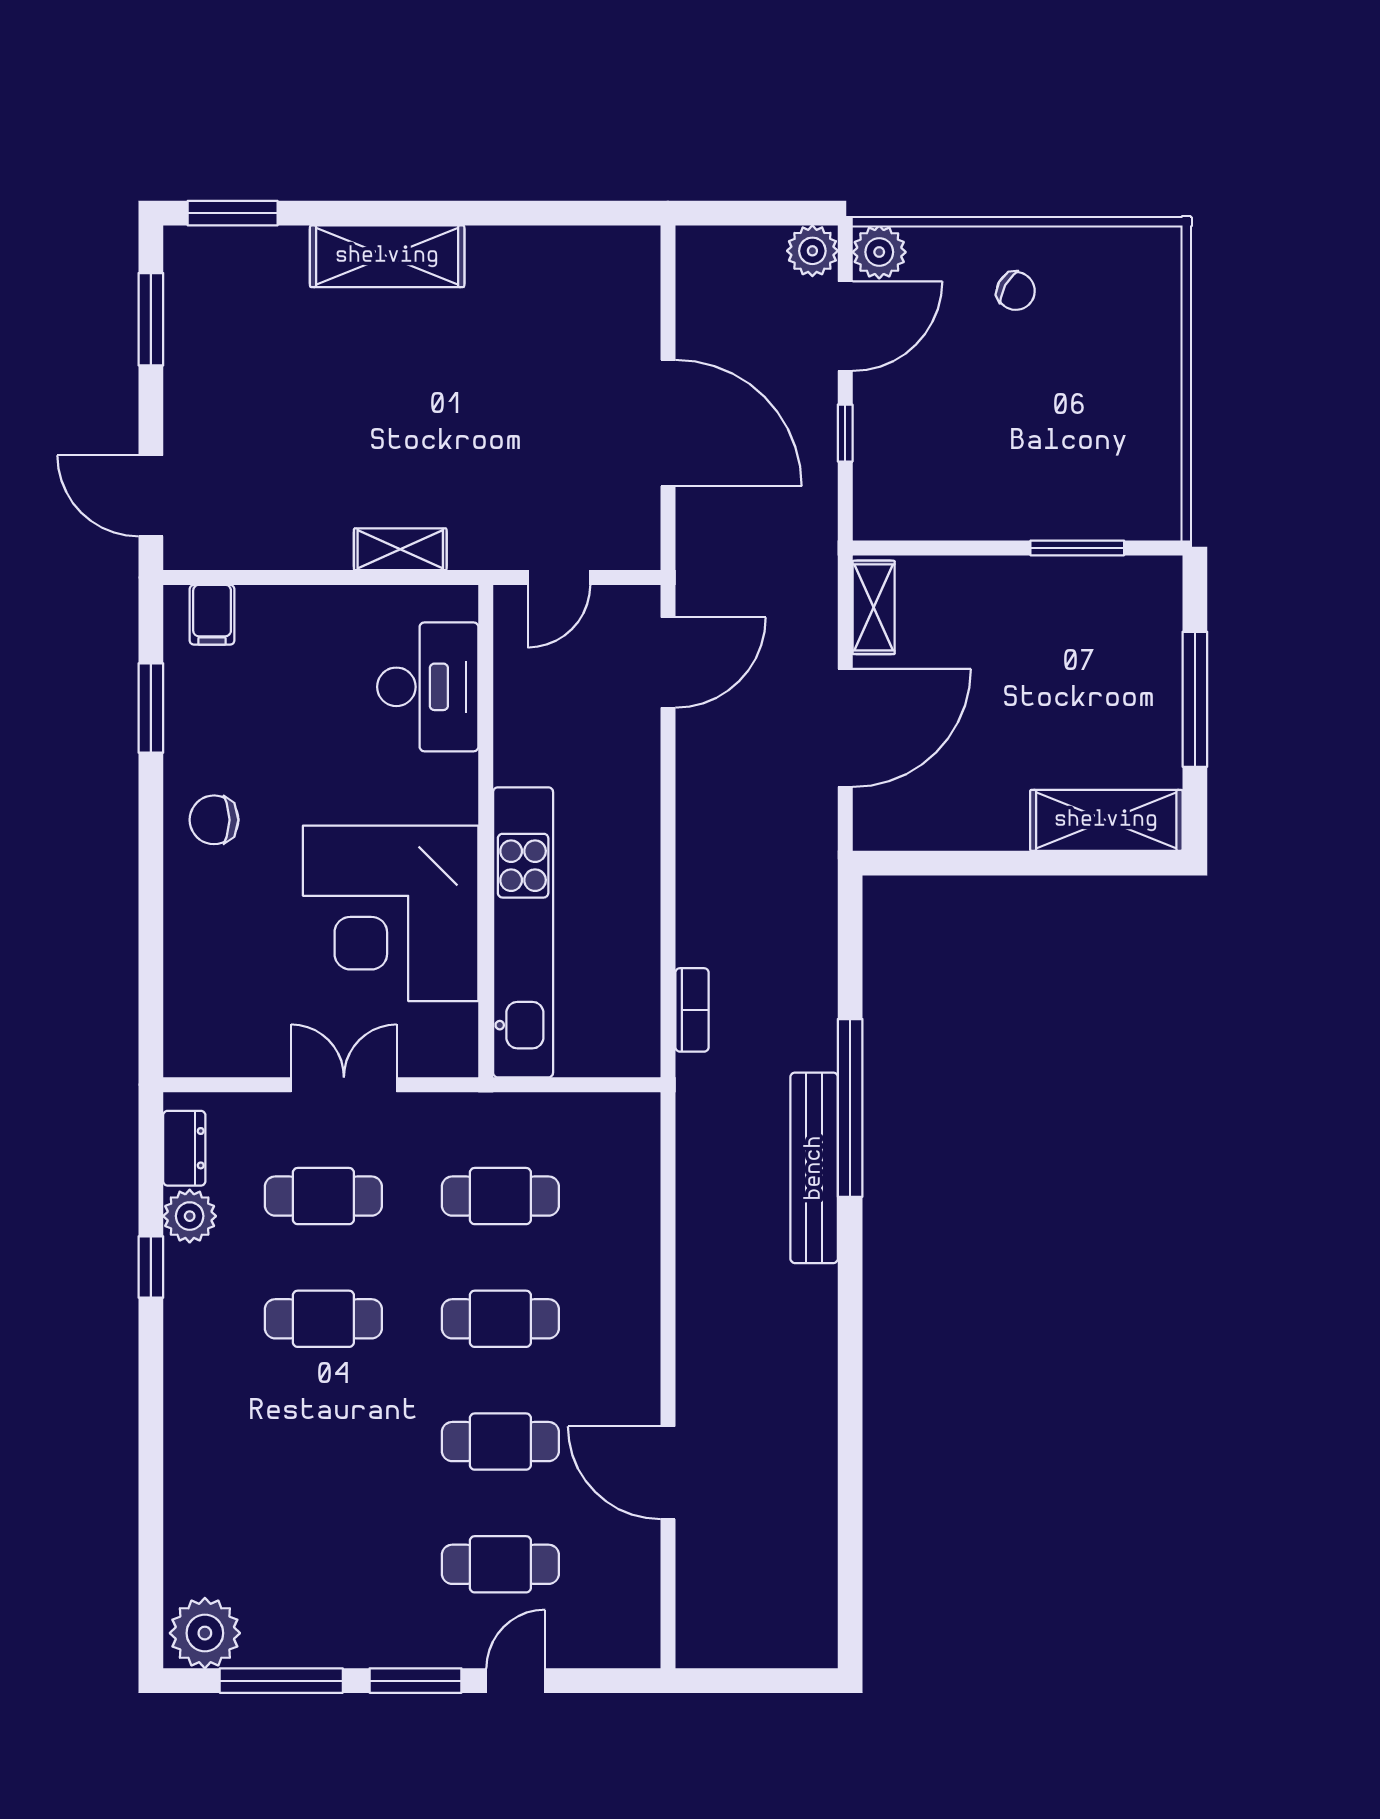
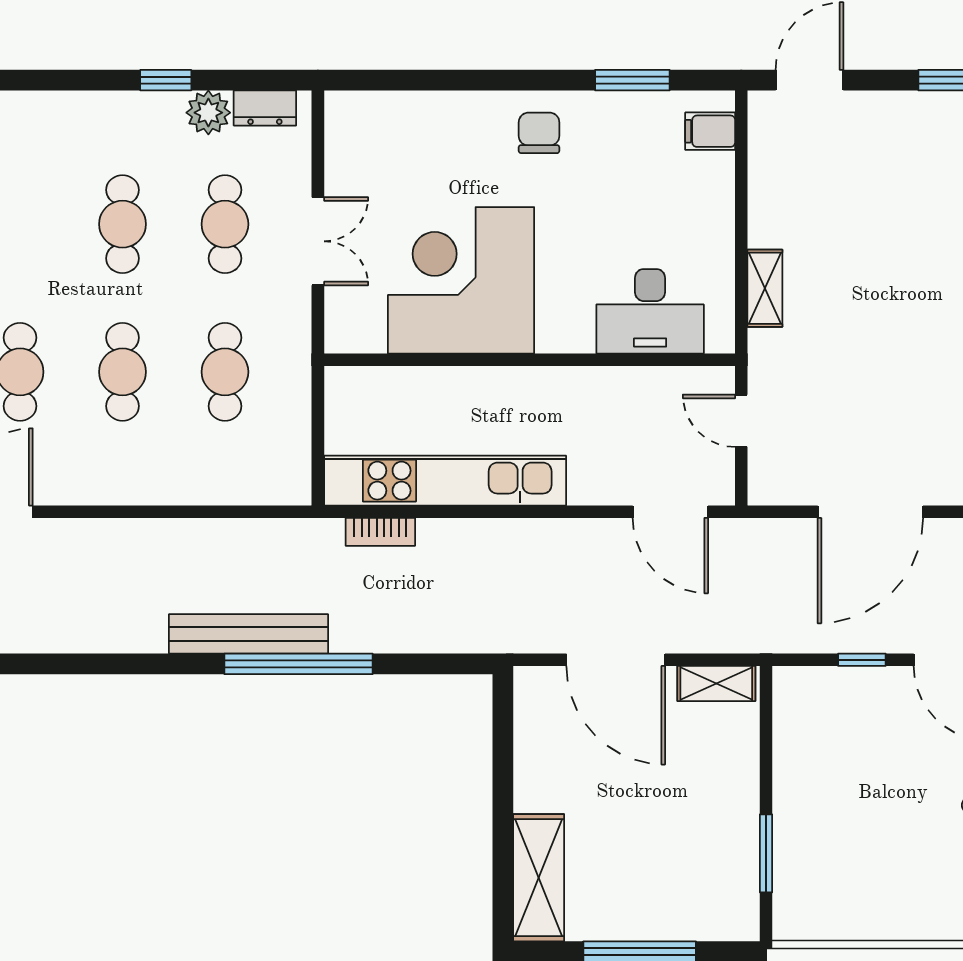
kitchen unit: (523, 932) -> (445, 481), moved, turned 180

